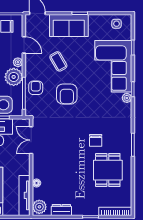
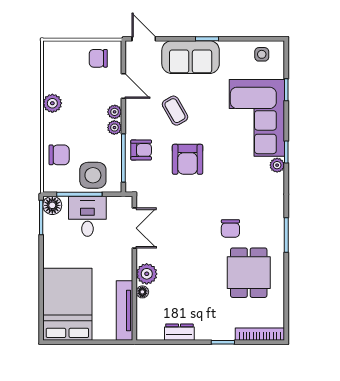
plant: (14, 77) -> (114, 128), width x0.53, depth x0.53
armchair: (36, 88) -> (141, 150), turned 90
double door: (31, 140) -> (134, 228), swing flipped
plant: (39, 207) -> (147, 274), moved

